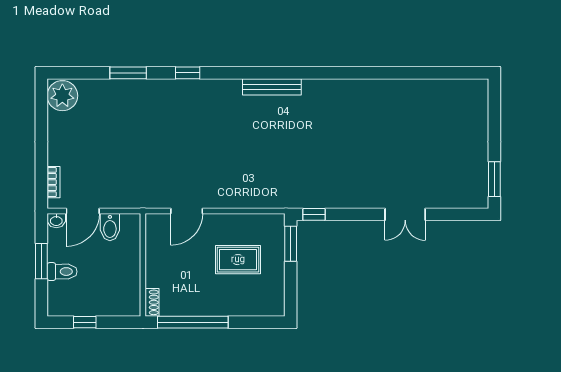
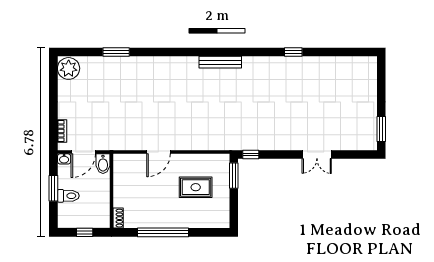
window: (188, 73) -> (293, 52), moved
wall: (143, 265) -> (112, 191), moved
shoe rack: (152, 302) -> (118, 218), moved

